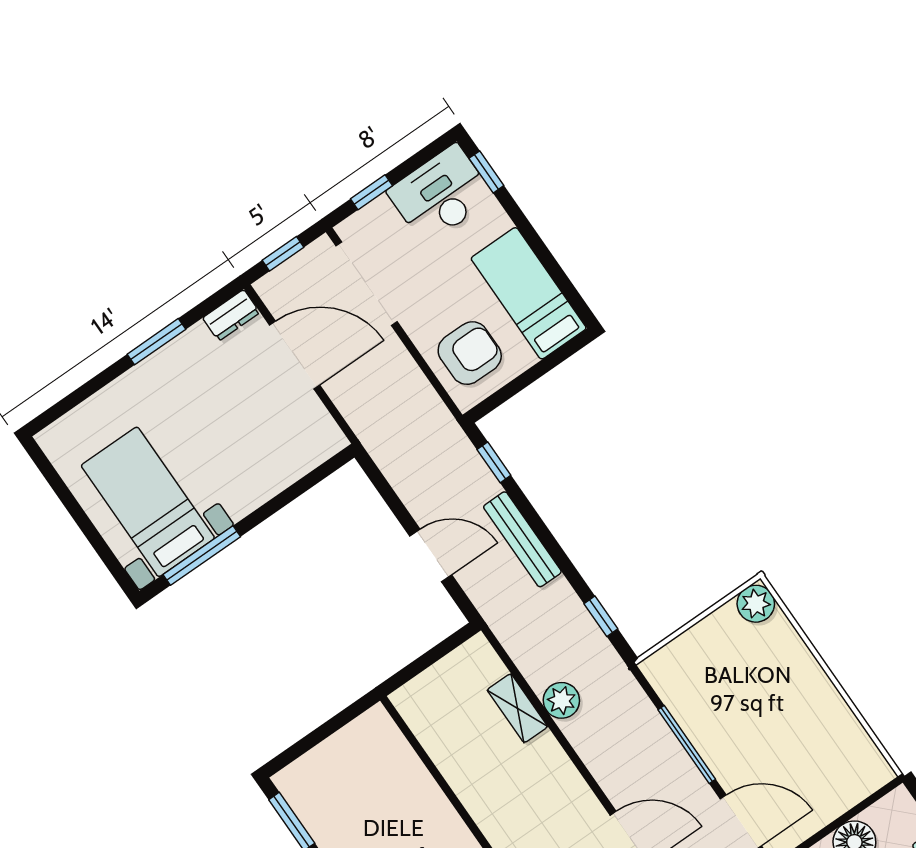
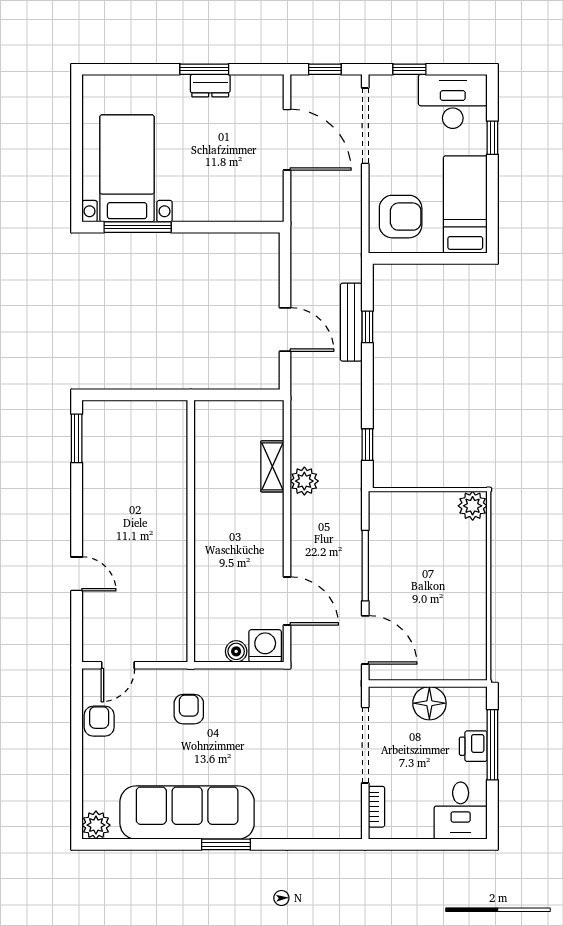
window: (486, 172) -> (492, 138), moved
dresser: (231, 315) -> (210, 86), moved
window: (494, 462) -> (367, 327), moved
bench: (522, 539) -> (351, 322), moved

